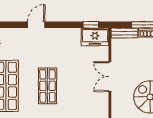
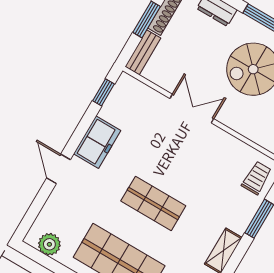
freezer: (95, 37) -> (97, 142), moved
double door: (110, 77) -> (192, 109), swing flipped

